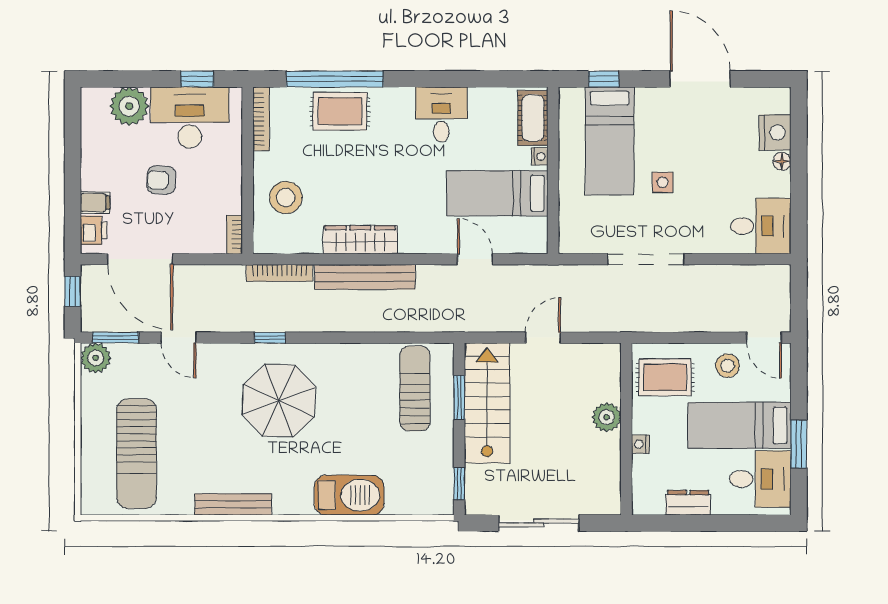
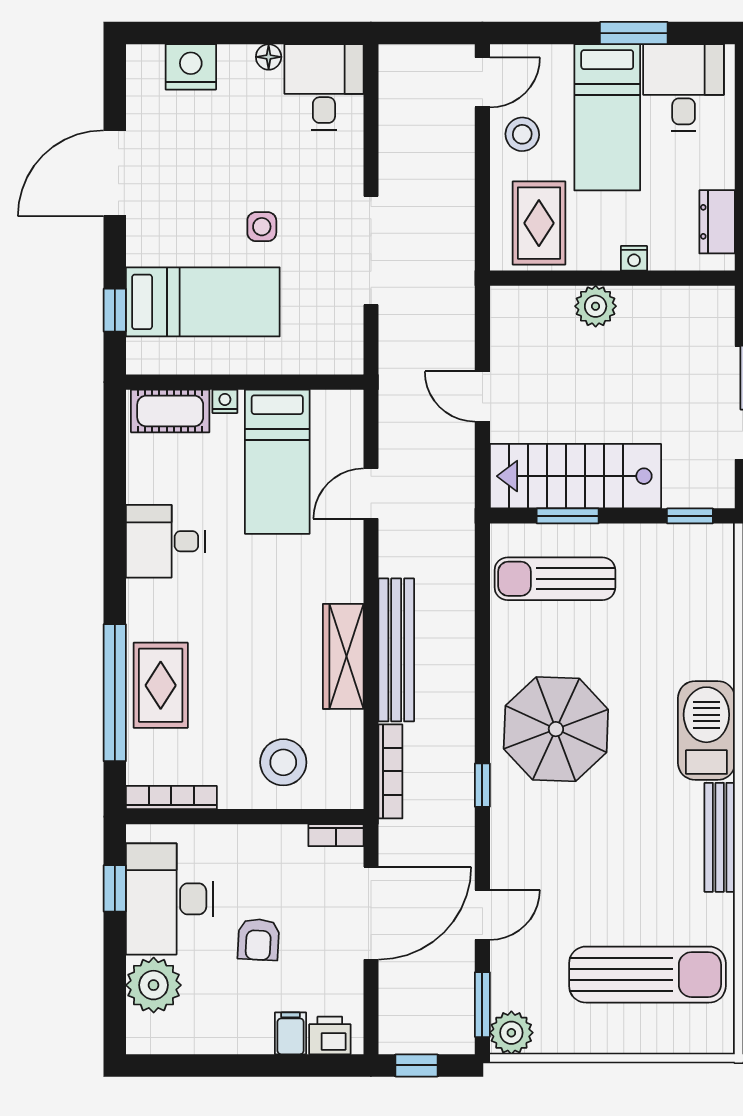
floor lamp: (782, 161) -> (269, 57), moved
door: (140, 259) -> (371, 913), moved
parasol: (279, 401) -> (556, 729), moved
barbecue: (349, 495) -> (706, 730), moved
dresser: (688, 503) -> (717, 222), moved

